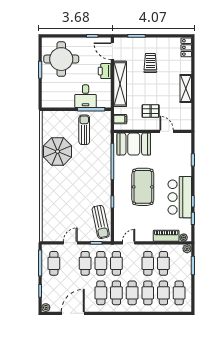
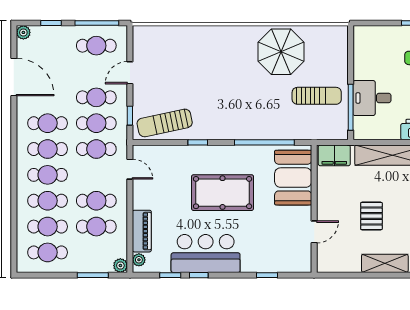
pallet: (151, 111) -> (371, 216), moved
filing cabinet: (120, 119) -> (334, 155), width x2.00
door: (70, 243) -> (130, 73), swing flipped

